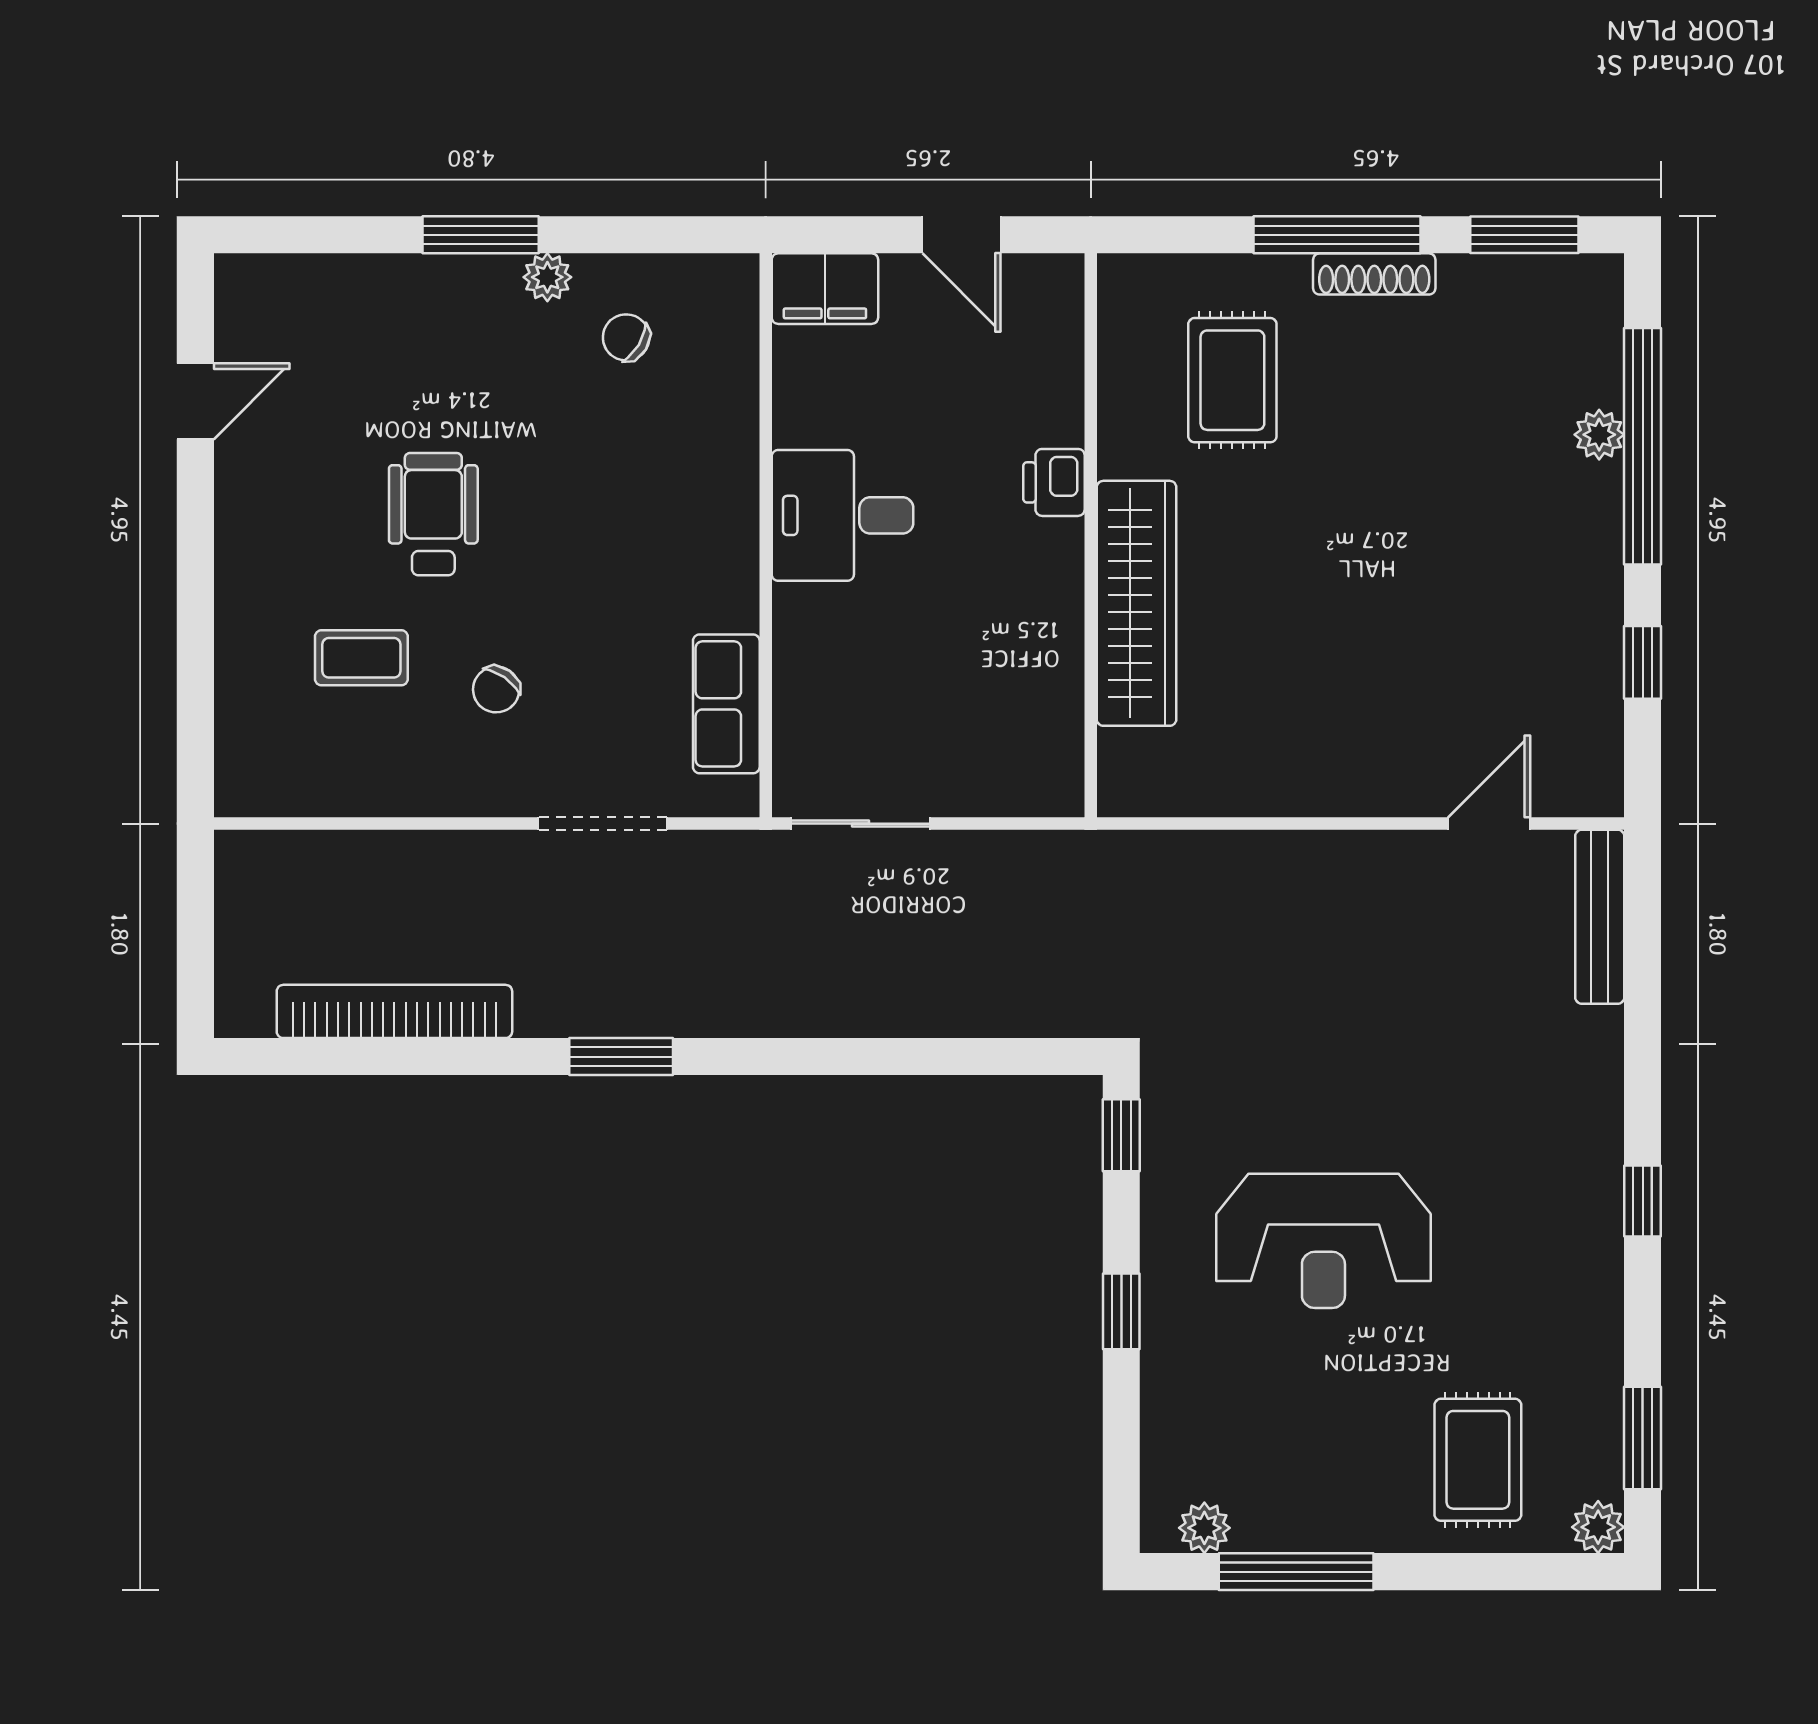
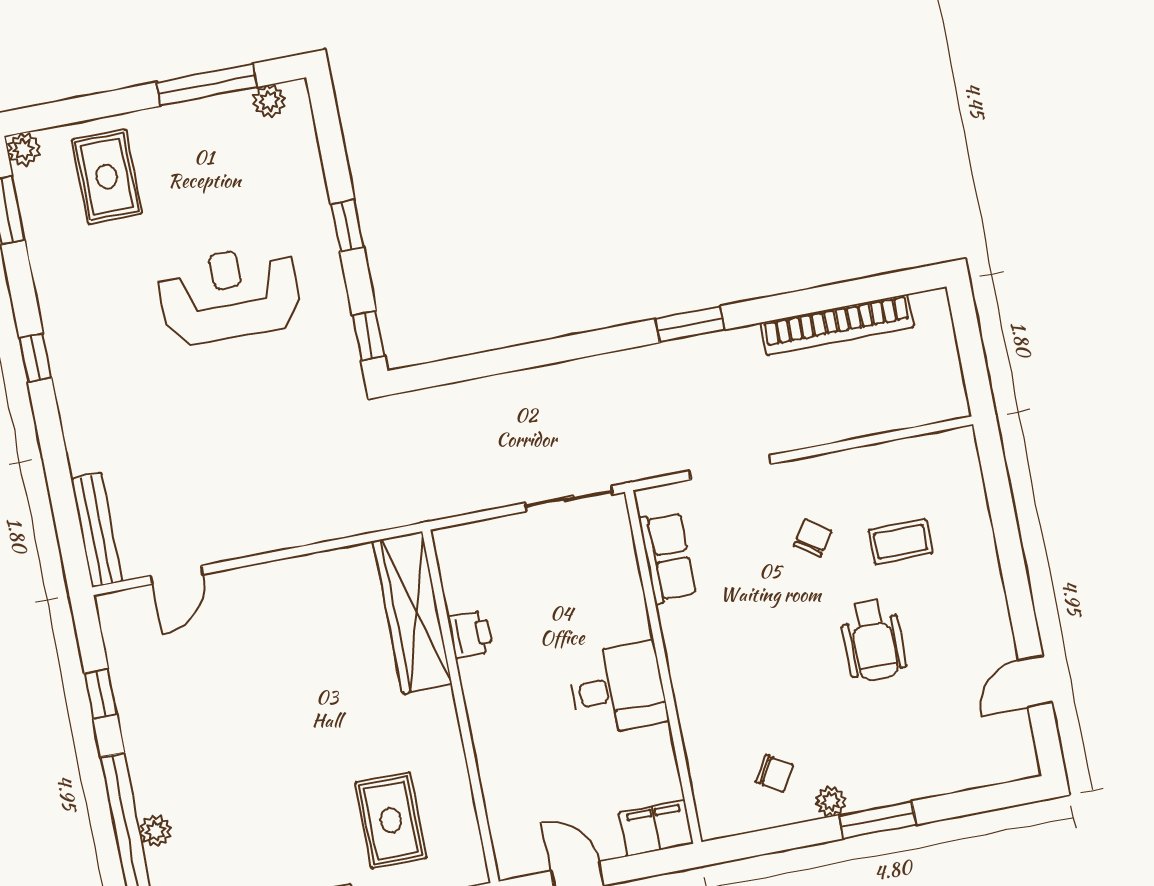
printer: (1054, 482) -> (470, 634), moved
wardrobe: (1137, 603) -> (413, 612), moved

